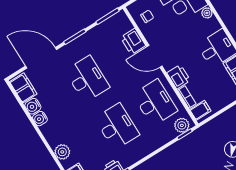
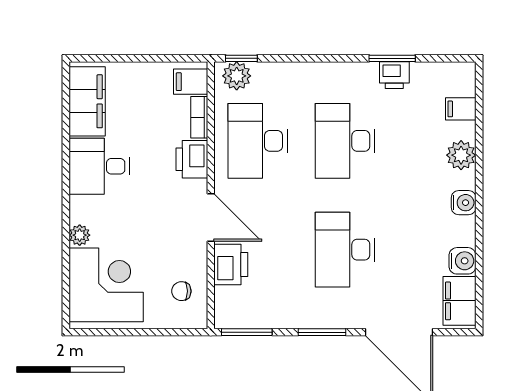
water cooler: (40, 119) -> (464, 203), moved

